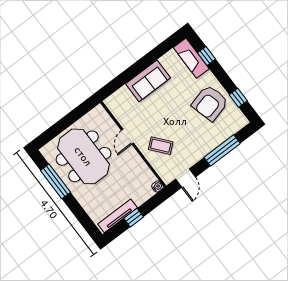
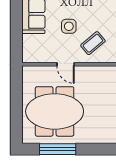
side table: (160, 116) -> (69, 26), added

